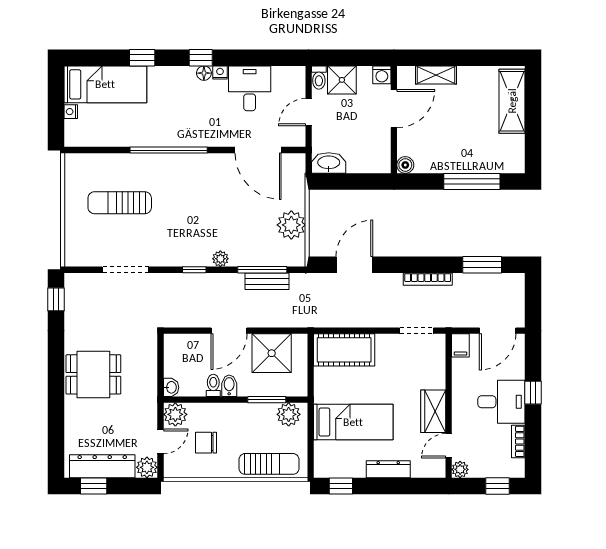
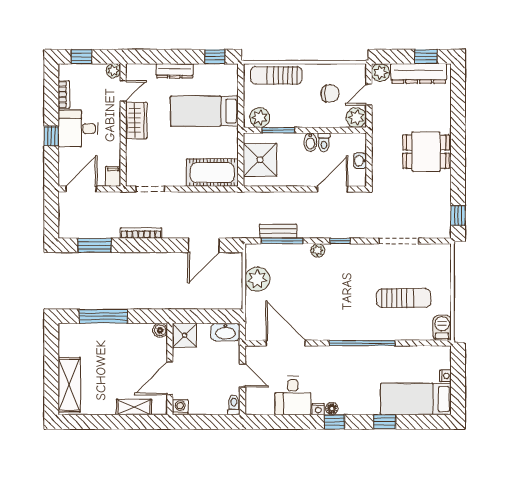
shower: (342, 80) -> (185, 335), moved
door: (309, 112) -> (243, 375), hinge flipped
barbecue: (75, 168) -> (442, 328), added
door: (229, 331) -> (333, 189), moved
shower: (272, 353) -> (260, 160), moved
washbasin: (171, 387) -> (360, 161), moved

